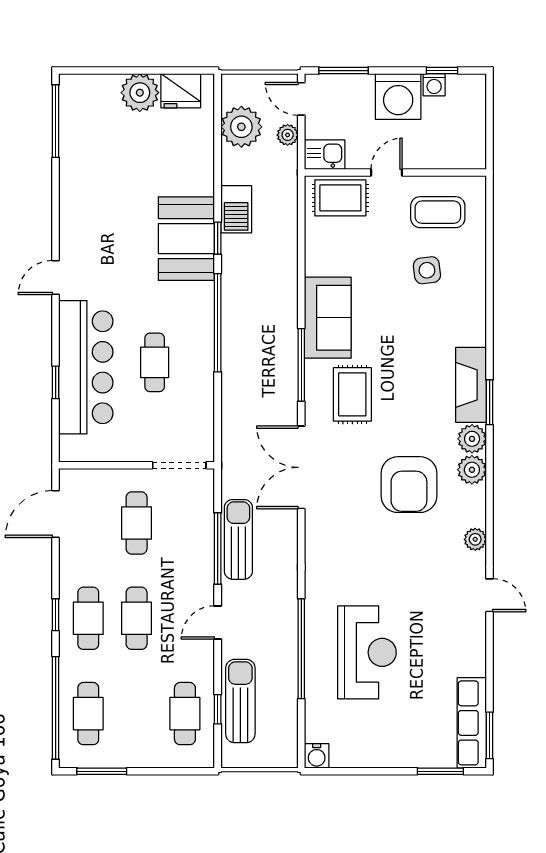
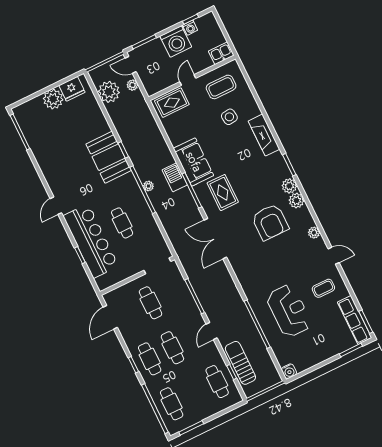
kitchen sink: (325, 155) -> (221, 53), moved
barbecue: (236, 209) -> (175, 177), moved, turned 180
plant: (231, 321) -> (148, 186), added
fireplace: (471, 385) -> (264, 135), moved
sun lounger: (238, 539) -> (202, 287), removed
coffee table: (445, 643) -> (323, 288), added

